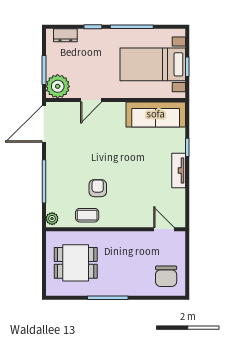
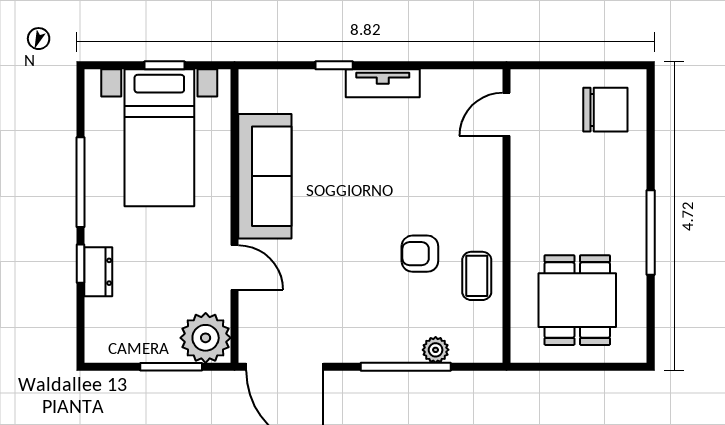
dresser: (65, 35) -> (98, 272), moved
sofa: (156, 114) -> (265, 176), moved
plant: (52, 219) -> (436, 350), moved

